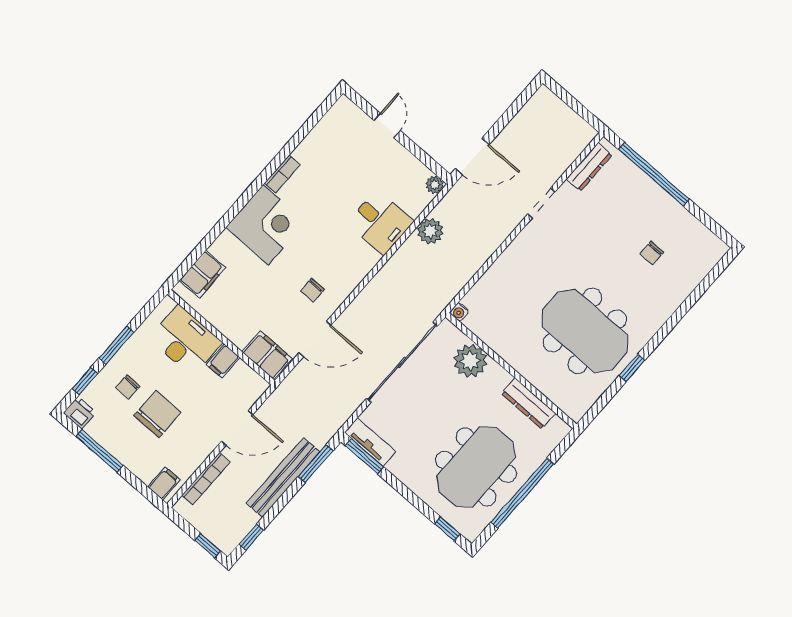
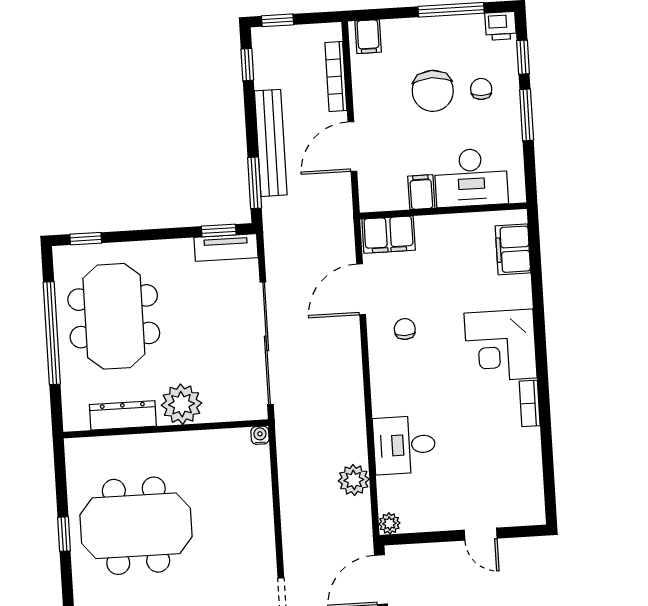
plant: (470, 361) -> (182, 404), moved
window: (365, 456) -> (219, 231), width x0.67

